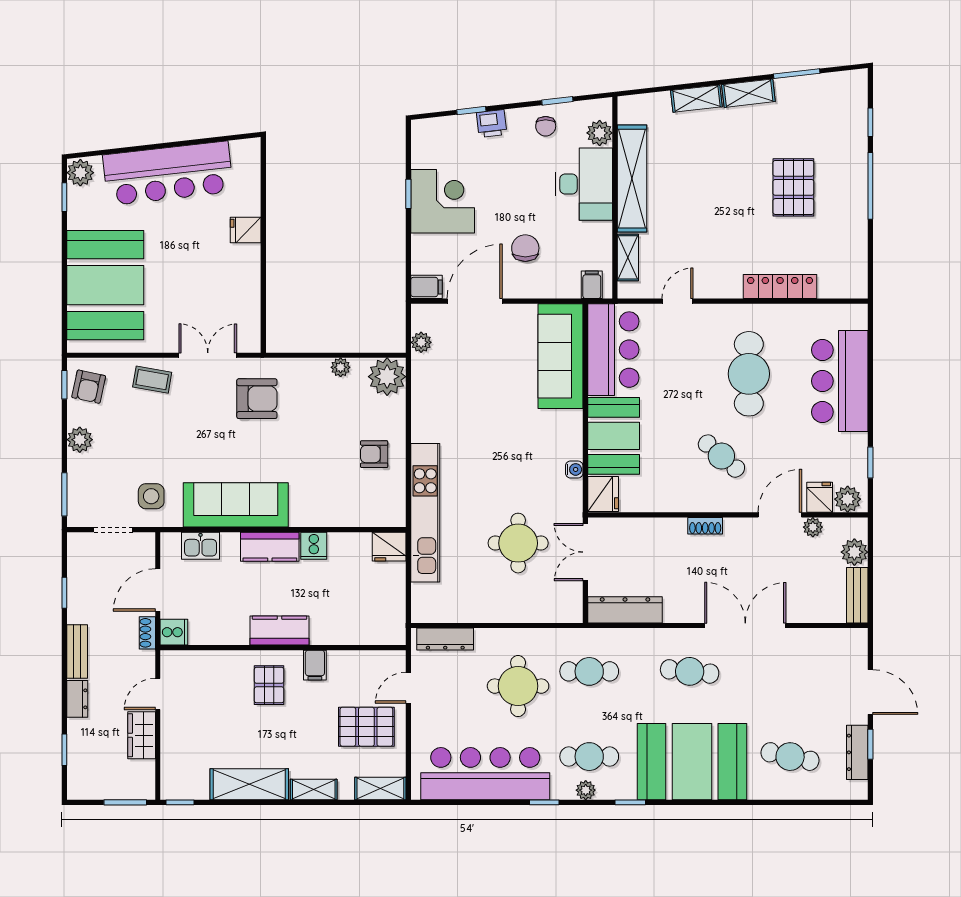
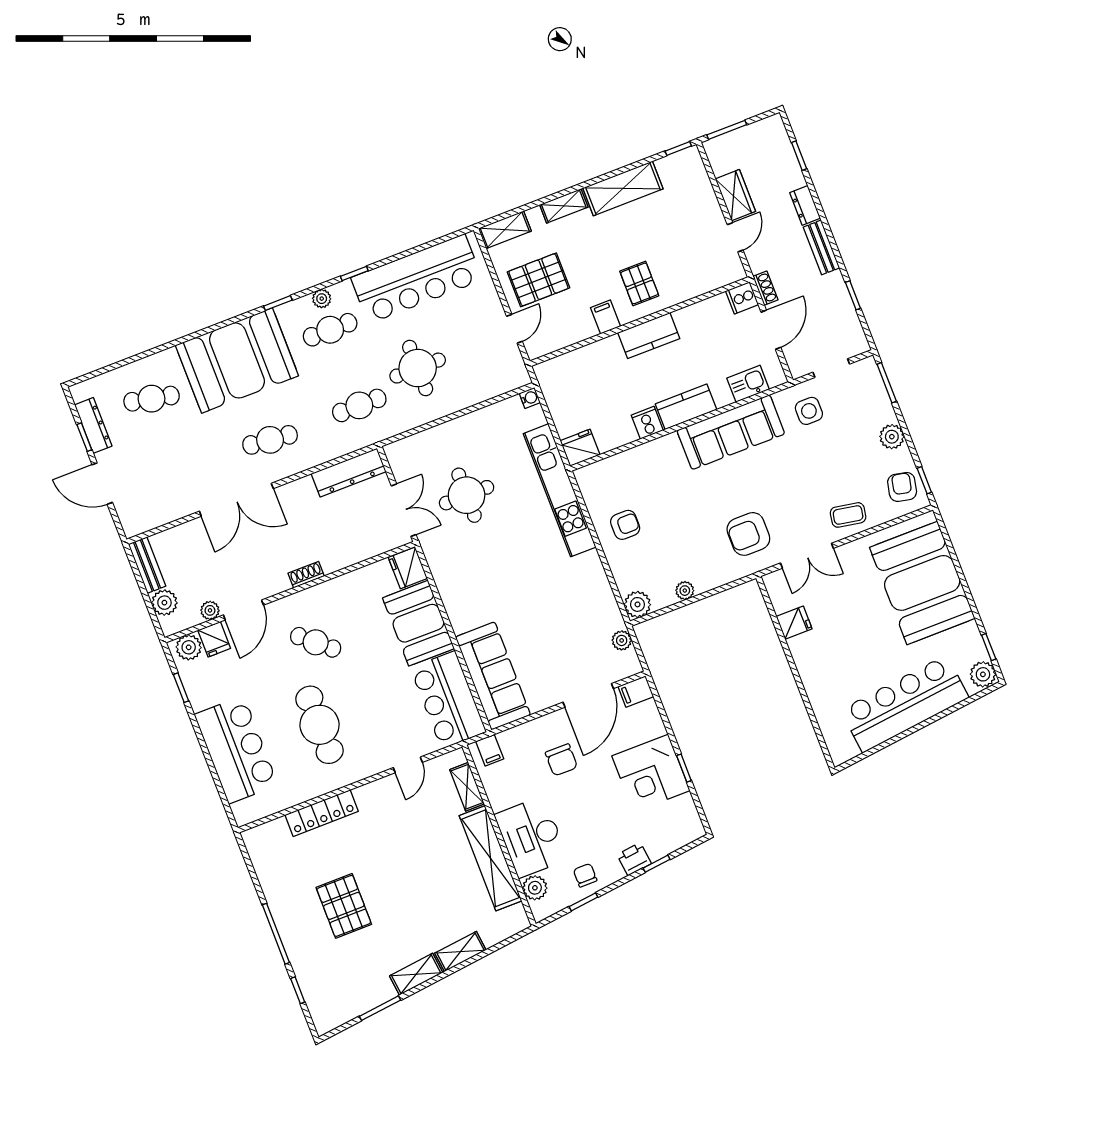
fridge: (246, 230) -> (794, 623), moved
plant: (387, 377) -> (637, 604), width x0.73, depth x0.73
water cooler: (574, 469) -> (530, 398), moved, turned 180
dresser: (445, 639) -> (498, 385), removed

